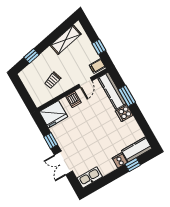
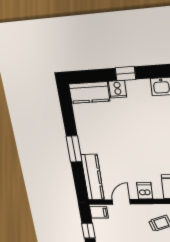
window: (127, 96) -> (74, 149), moved
cooker: (124, 113) -> (88, 145), removed
window: (133, 165) -> (125, 74), moved

